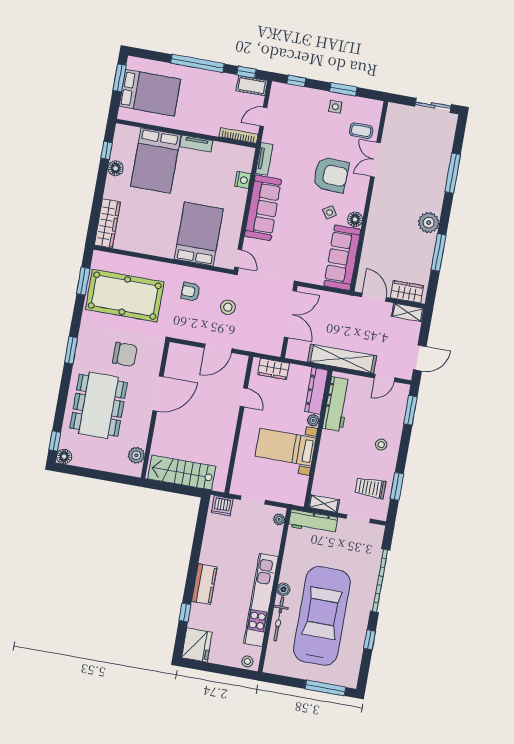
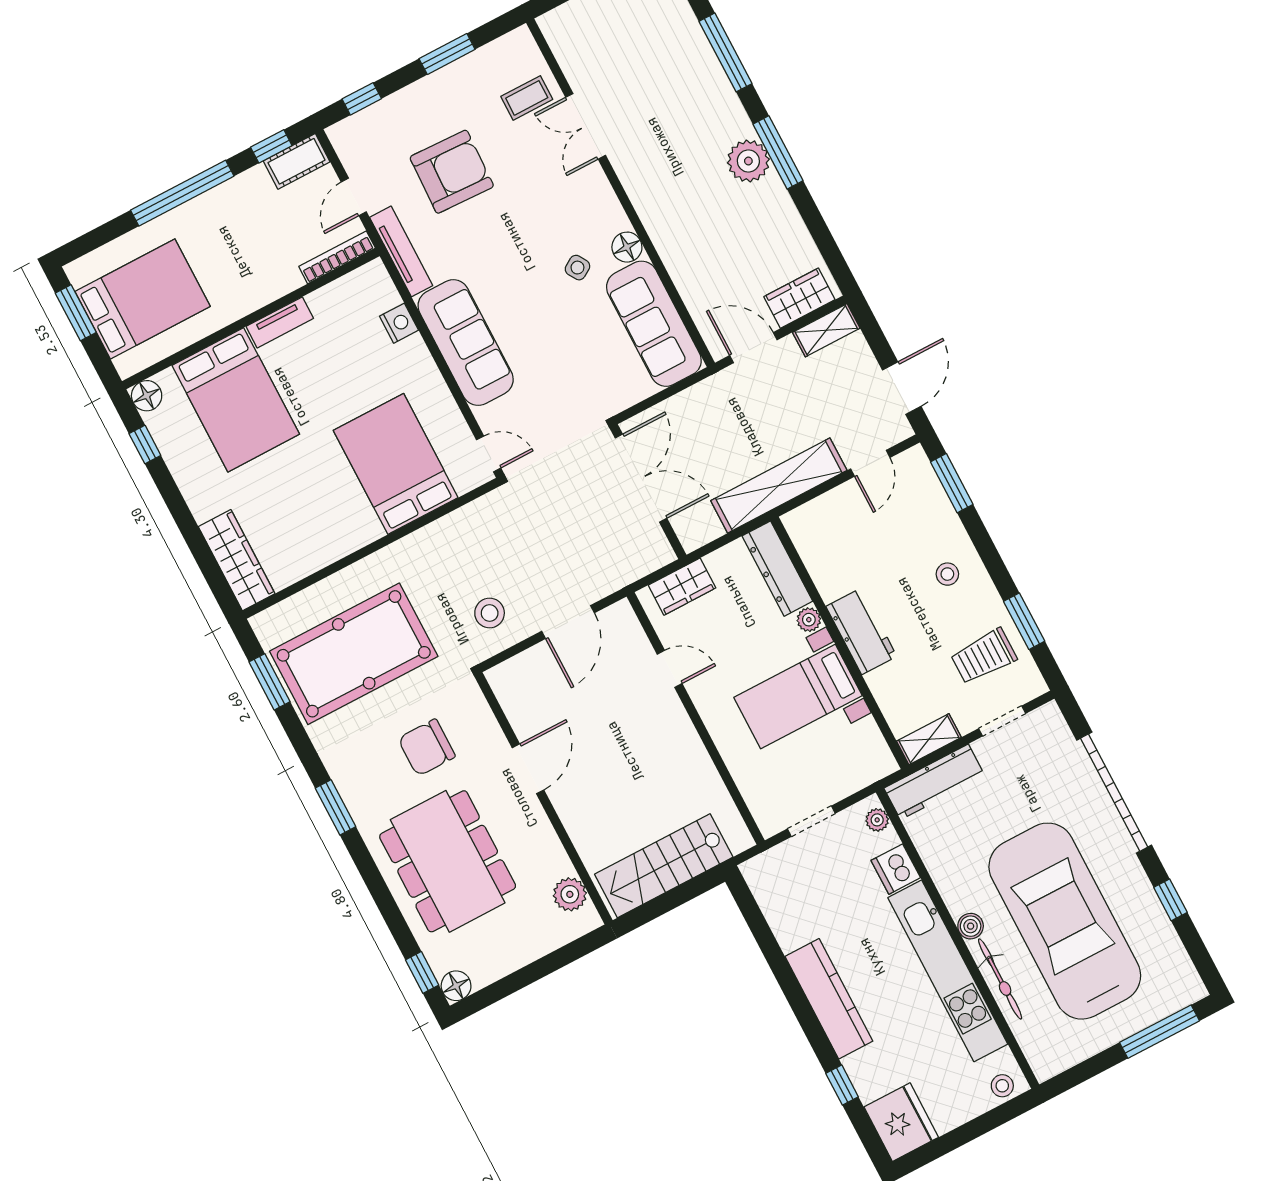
side table: (335, 107) -> (456, 91), removed
tv unit: (264, 159) -> (401, 251), width x1.41
floor lamp: (116, 168) -> (147, 396), moved
armchair: (331, 175) -> (452, 172), moved
window: (439, 252) -> (778, 152), moved
armchair: (191, 292) -> (454, 566), removed
stool: (228, 307) -> (490, 613), moved
chair: (125, 354) -> (427, 748), turned 180
door: (158, 394) -> (528, 769), width x0.73
workbench: (337, 404) -> (861, 631), moved, width x0.73
dishwasher: (222, 506) -> (896, 869), moved, turned 90
kitchen counter: (204, 584) -> (829, 999), width x1.50

